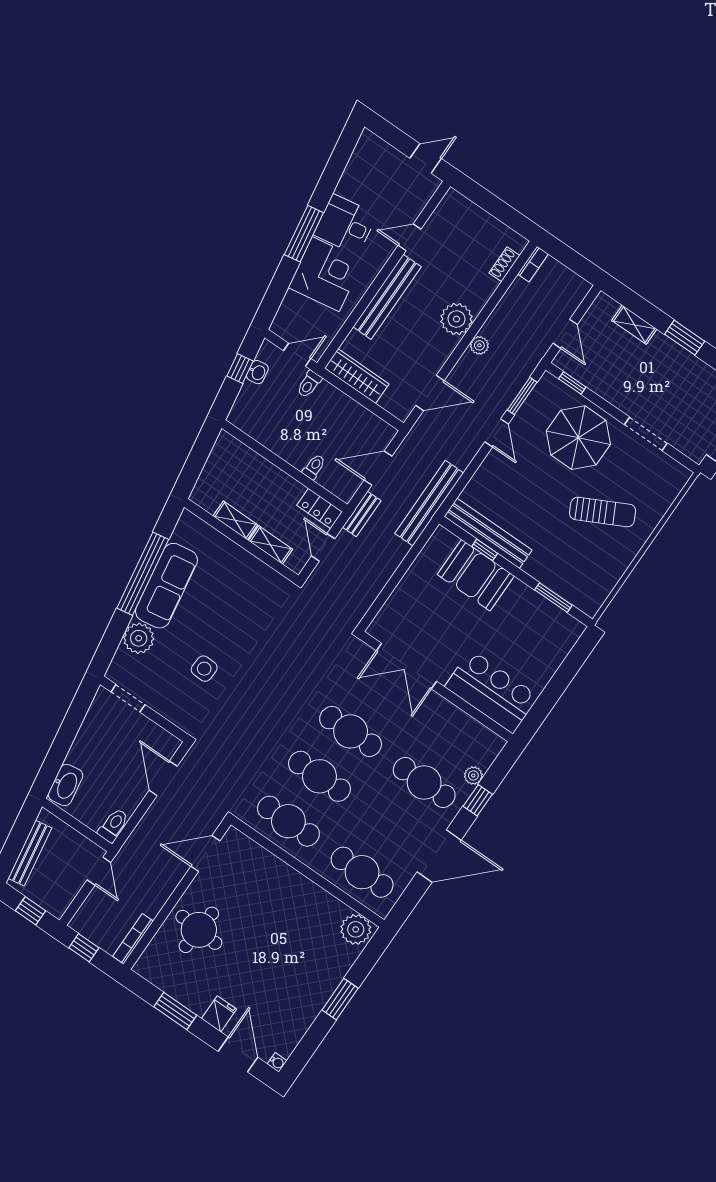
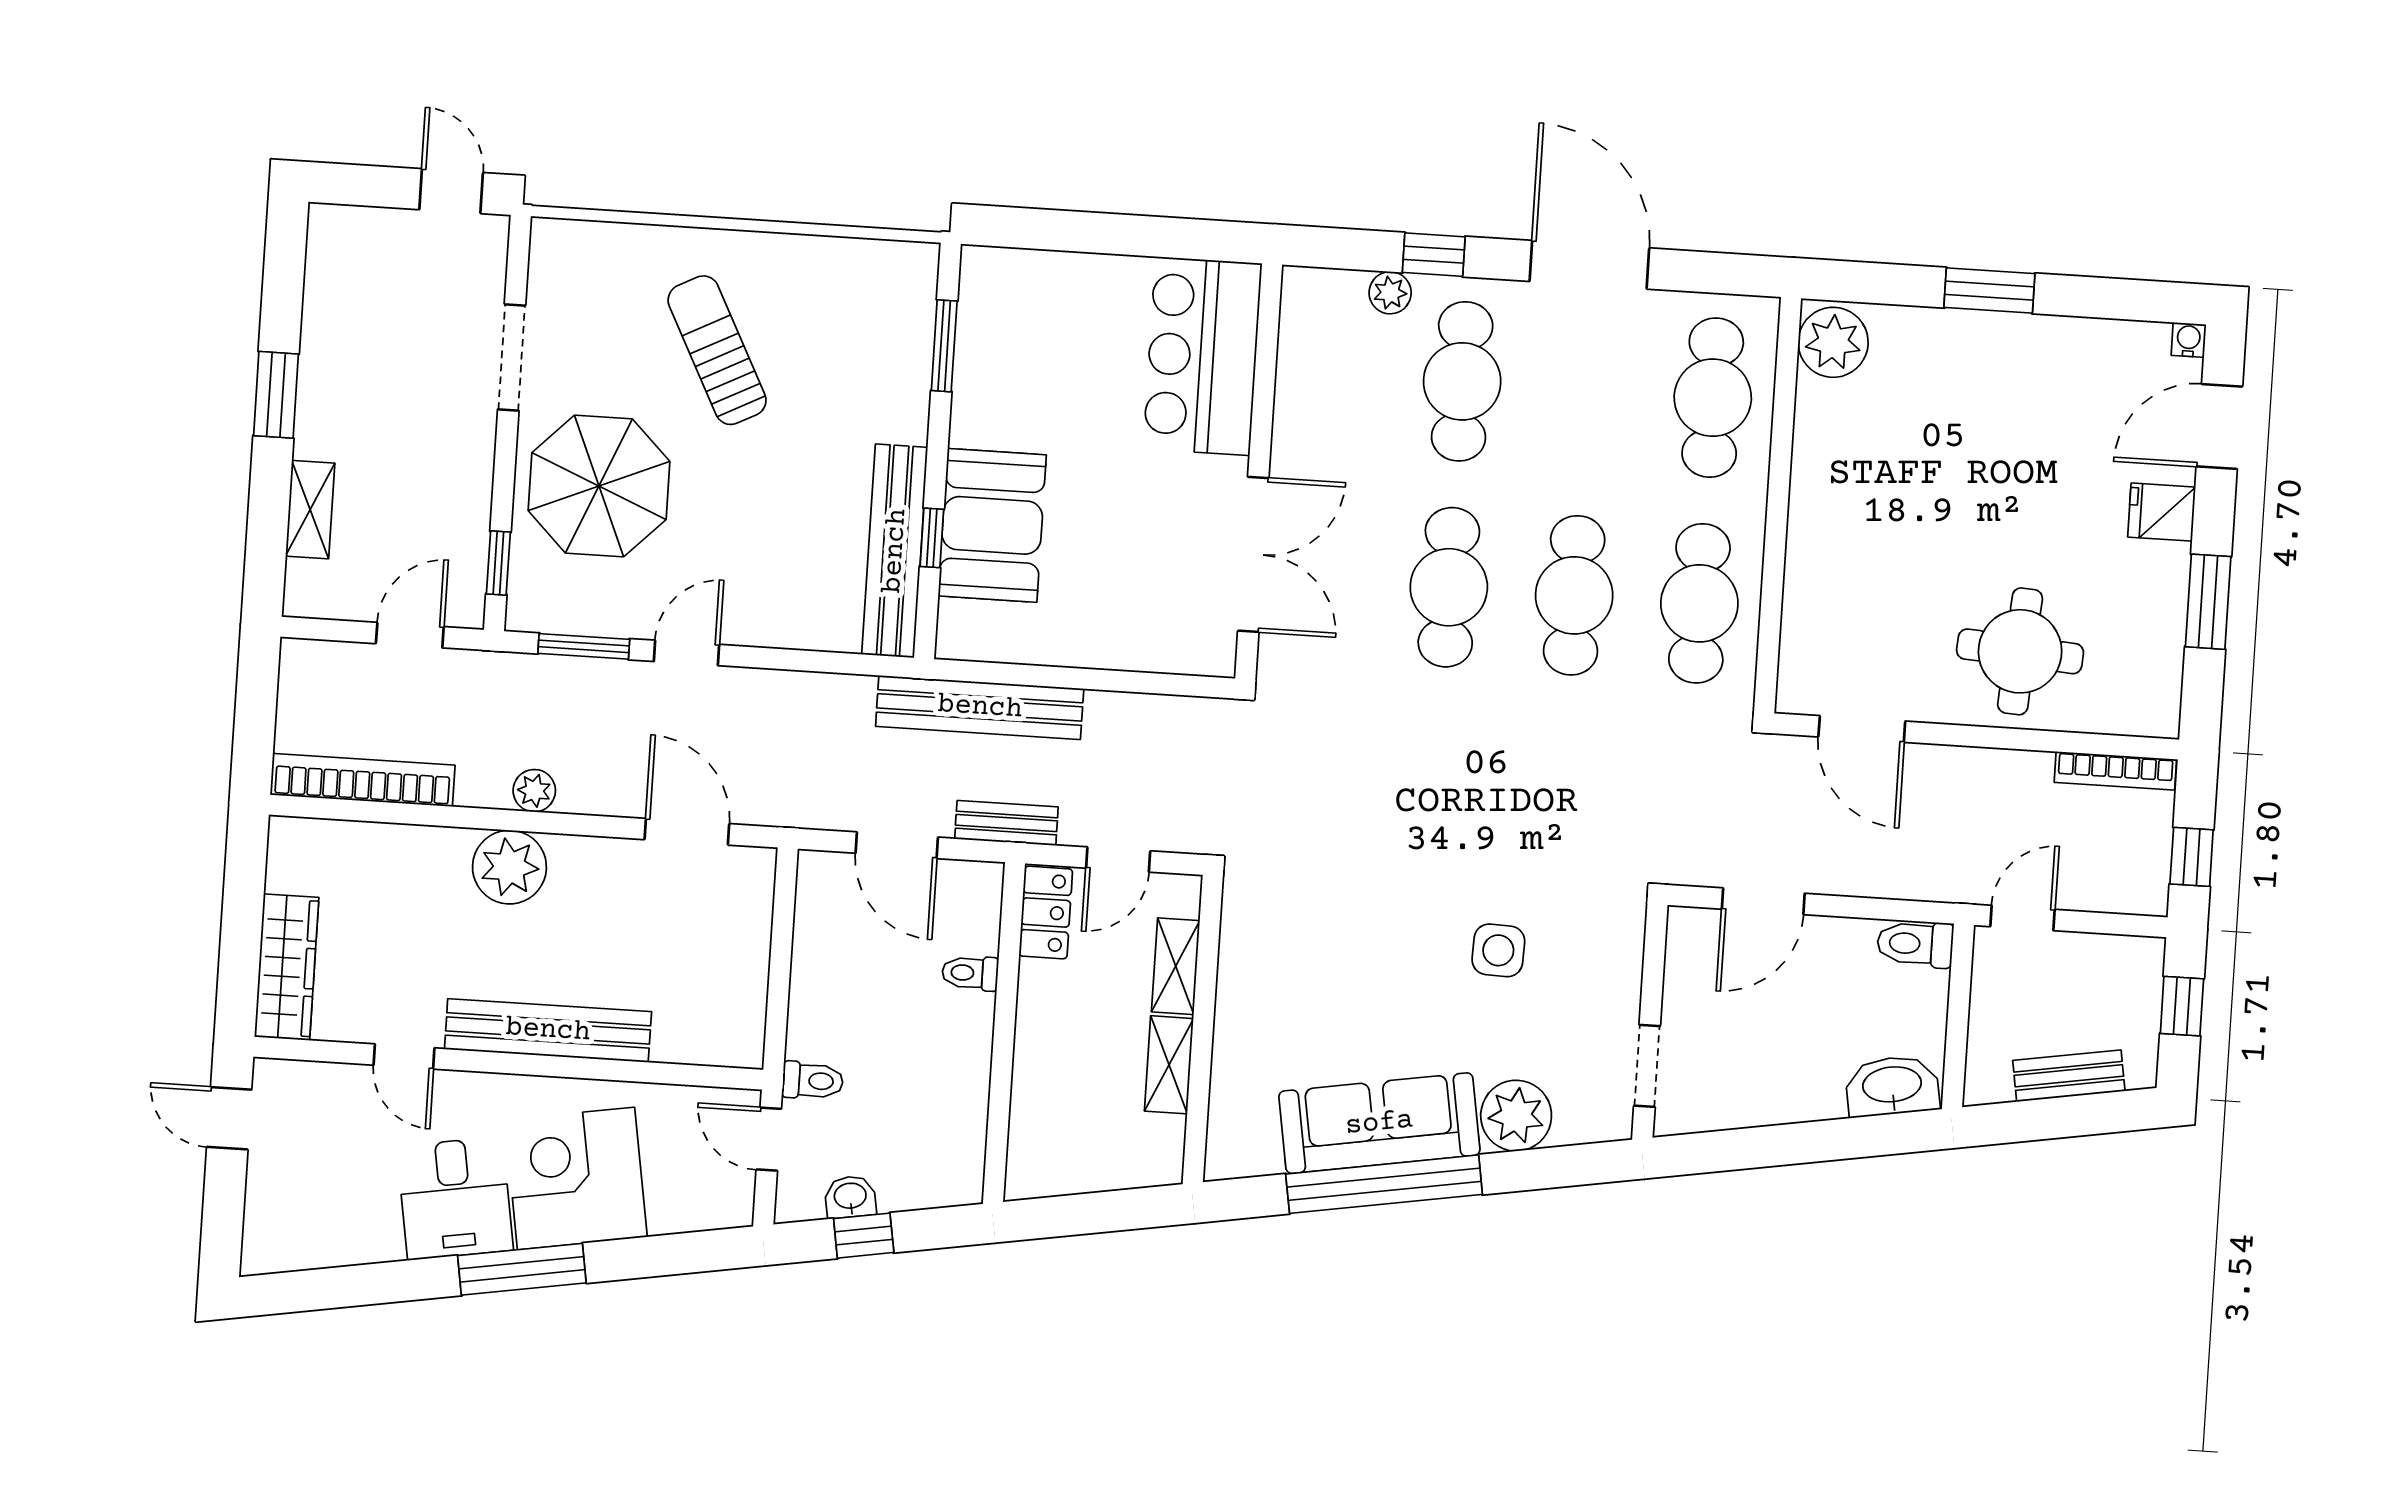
shoe rack: (504, 264) -> (345, 837), removed
bookcase: (533, 264) -> (363, 780), width x2.31, depth x1.31
wardrobe: (357, 376) -> (287, 967), moved, turned 180
bench: (429, 503) -> (980, 707), moved
bench: (30, 853) -> (2069, 1076), width x0.73

